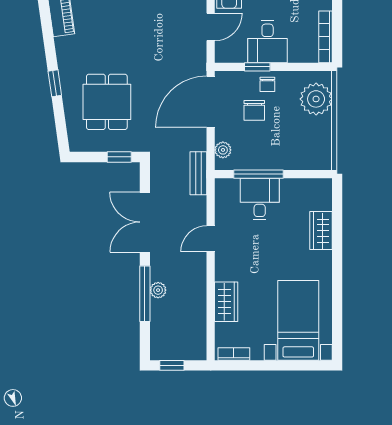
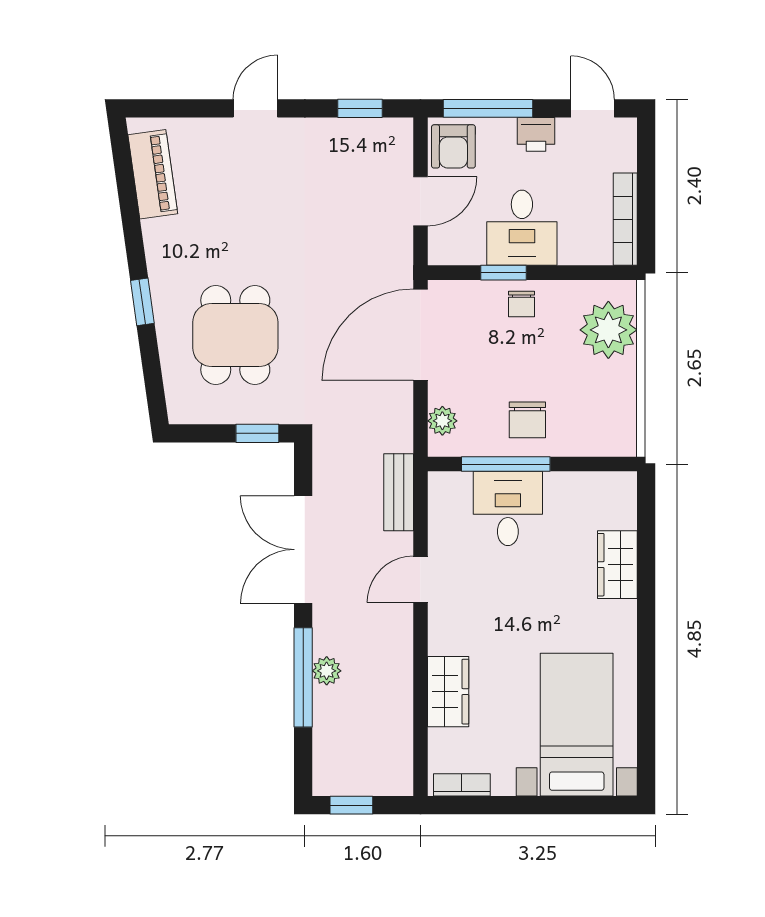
chair: (254, 110) -> (527, 420), moved
bench: (198, 173) -> (399, 492), moved

